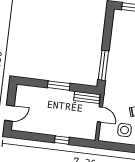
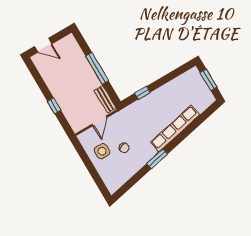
window: (103, 65) -> (142, 93), width x0.46
window: (59, 86) -> (97, 68), width x1.44

